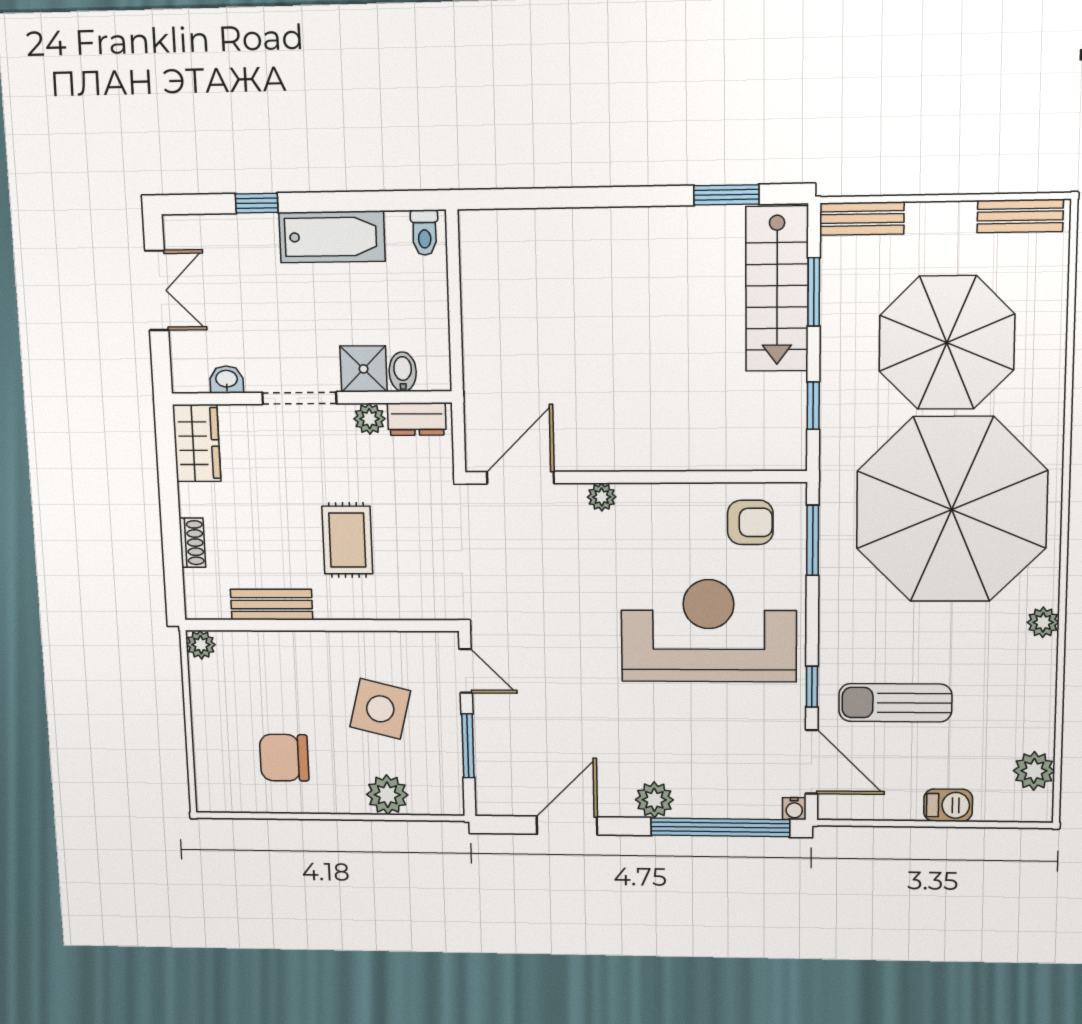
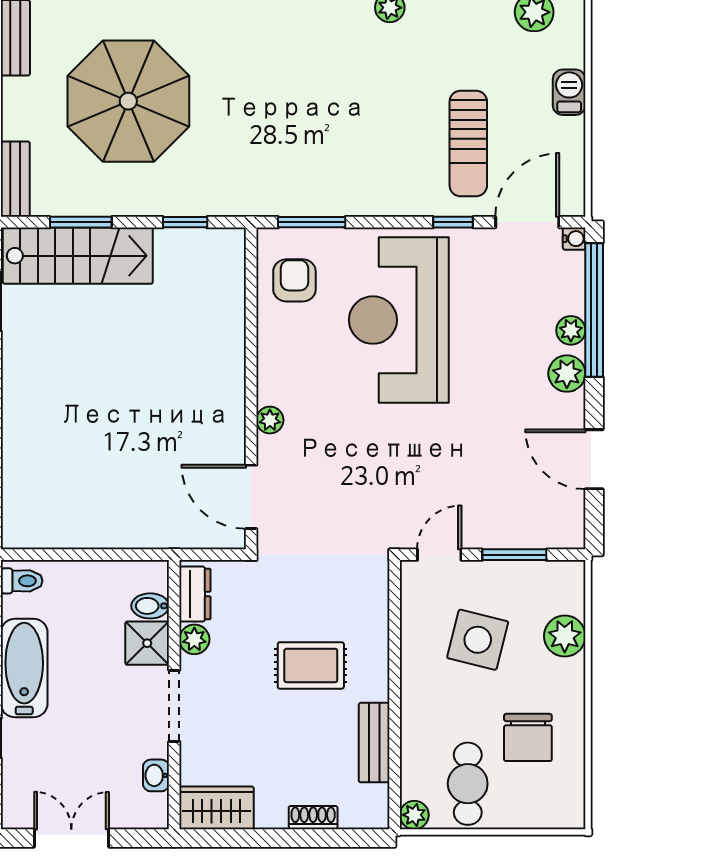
parasol: (952, 509) -> (283, 94), removed
cafe table: (235, 698) -> (468, 784), added
plant: (699, 804) -> (571, 330), added

